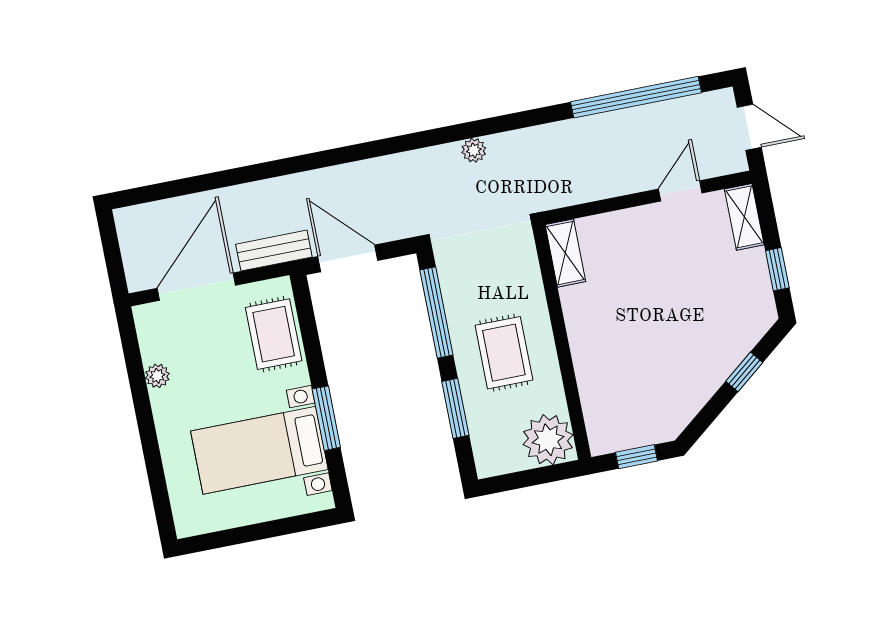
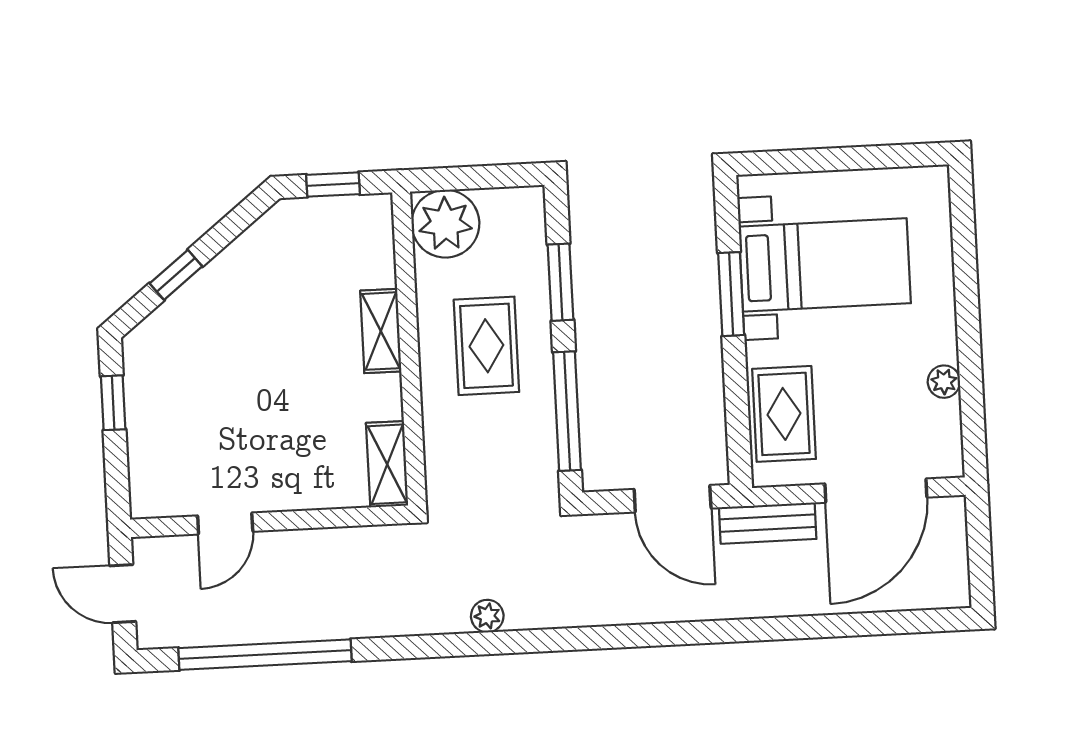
shelving: (744, 217) -> (381, 331), moved

